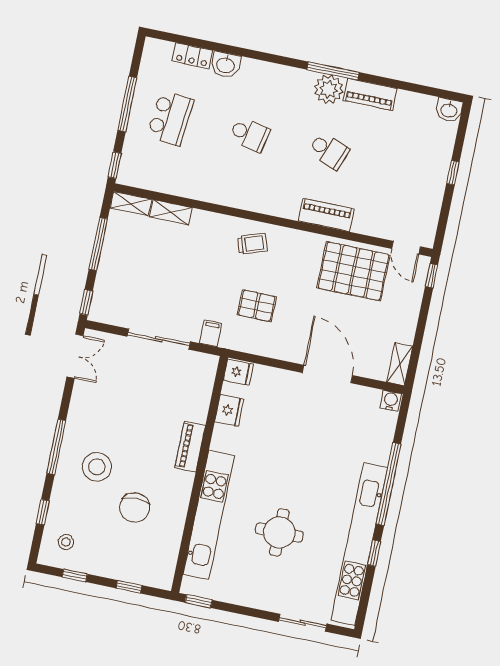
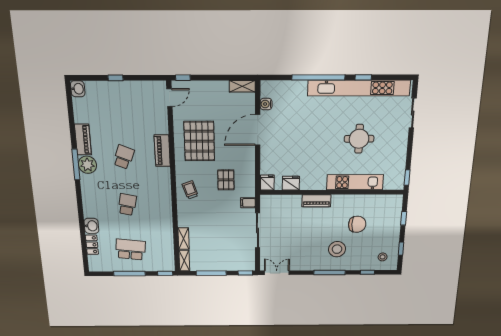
pallet: (354, 271) -> (199, 141), moved
water cooler: (391, 401) -> (266, 104), moved
kitchen unit: (209, 515) -> (355, 182), width x0.73

